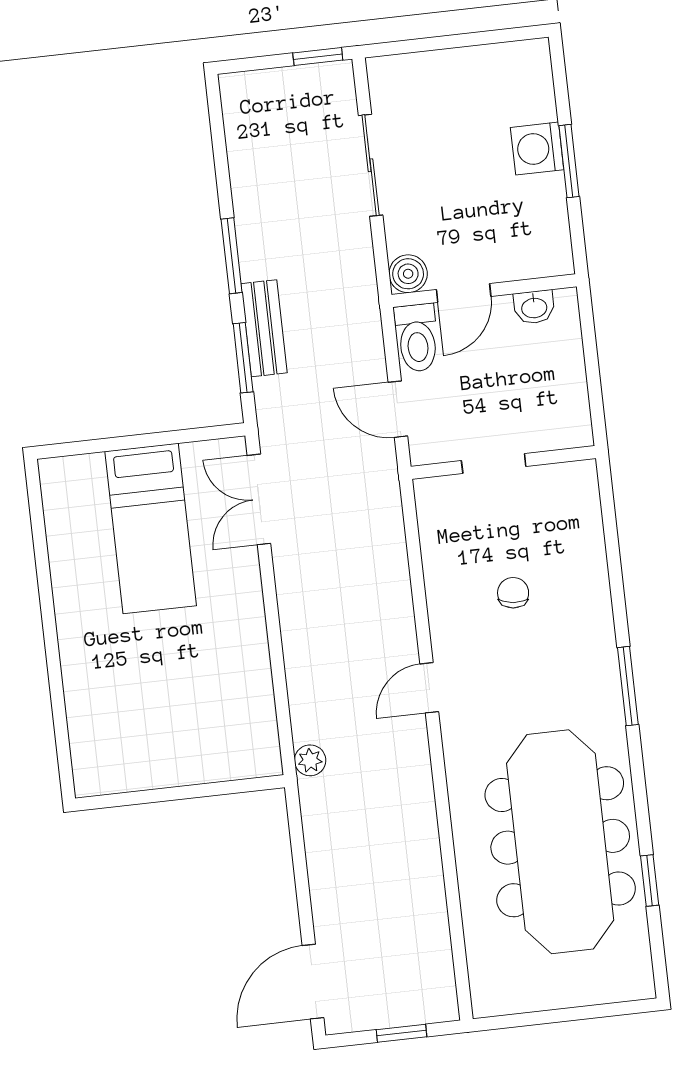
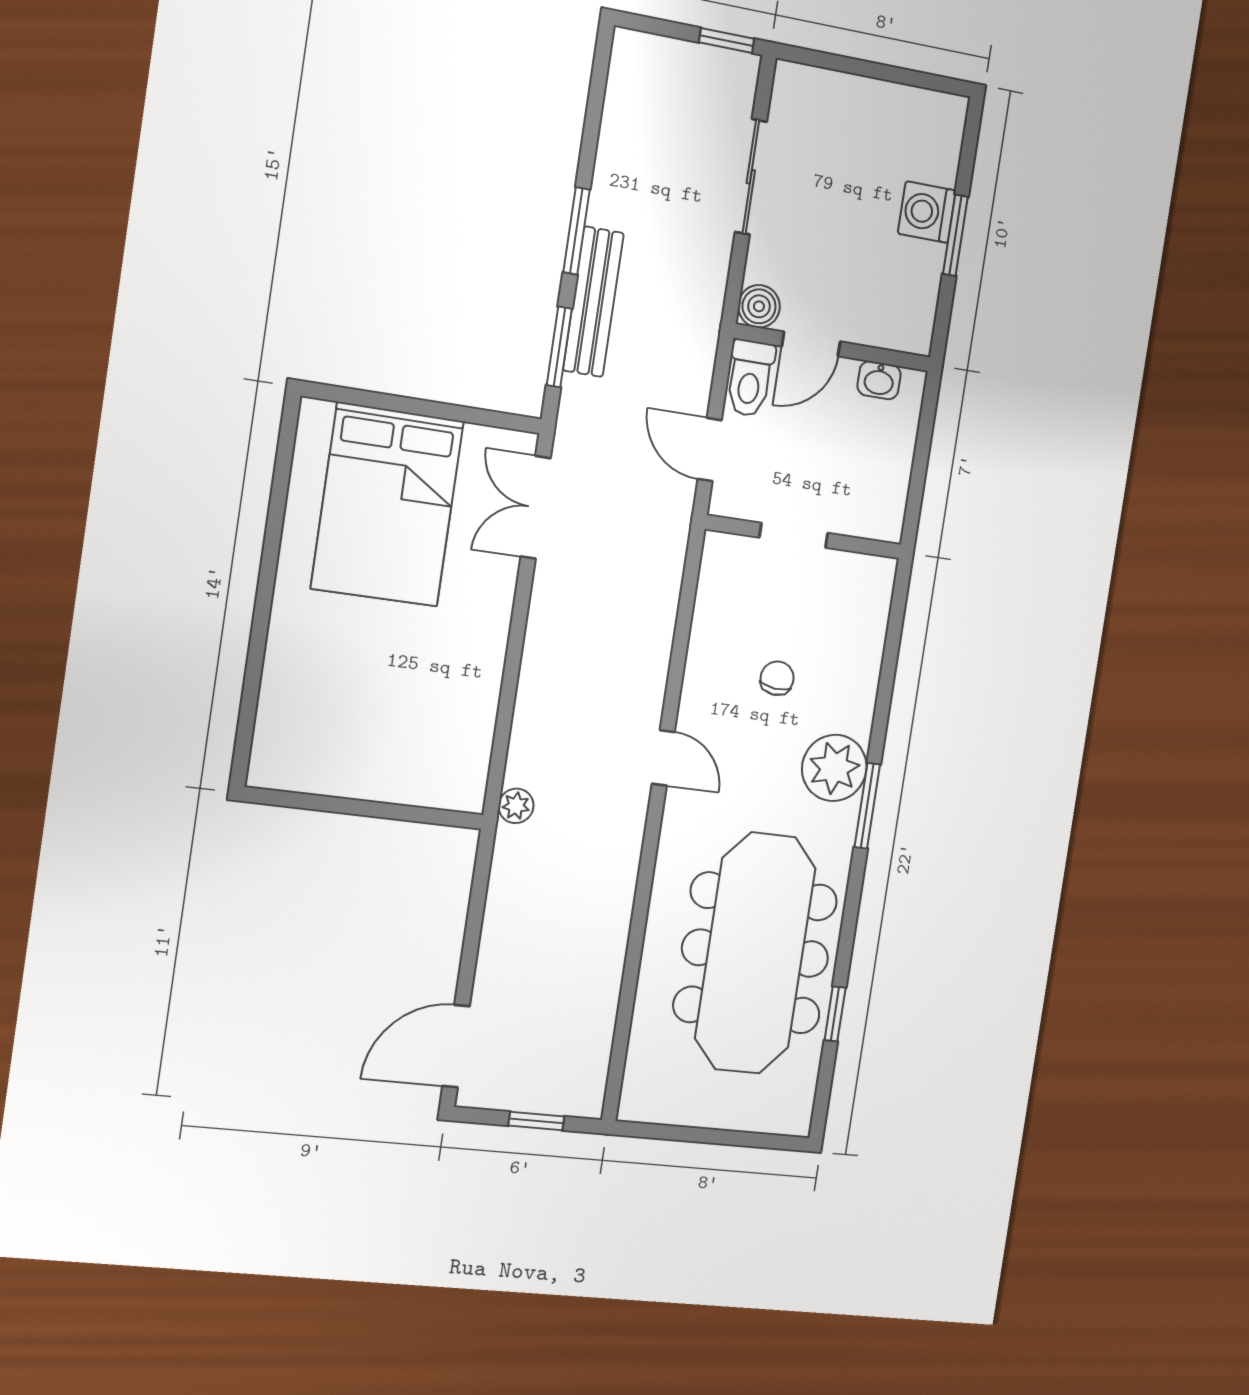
bench: (264, 328) -> (593, 302), width x1.36
bed: (151, 528) -> (387, 505), width x1.50
plant: (588, 660) -> (834, 768), added
door: (429, 688) -> (663, 758), swing flipped

